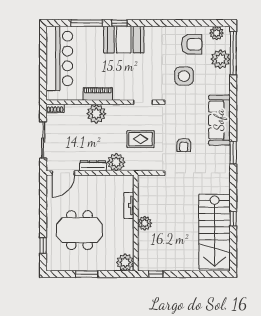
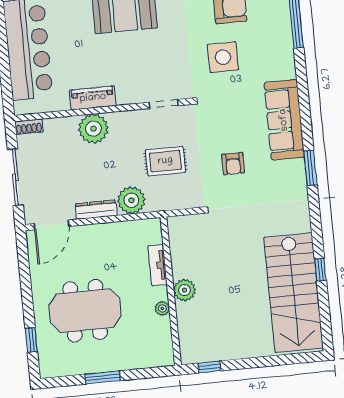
plant: (220, 59) -> (277, 26), removed
plant: (125, 262) -> (162, 308), moved, width x0.53, depth x0.53

